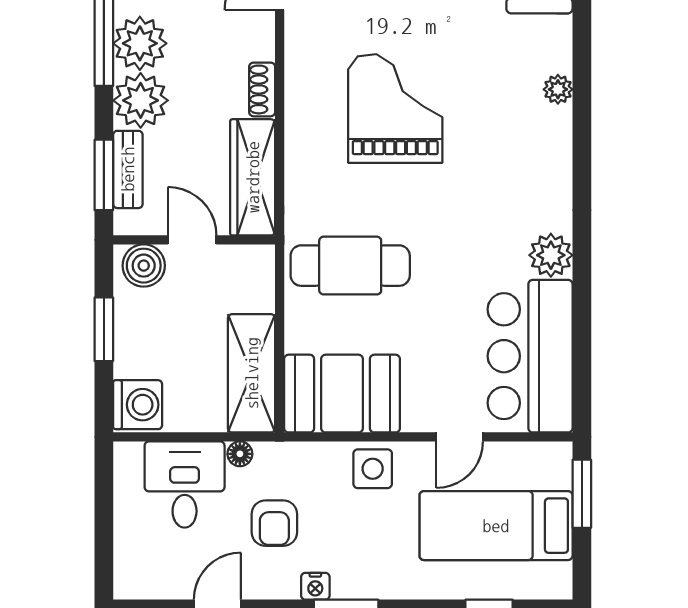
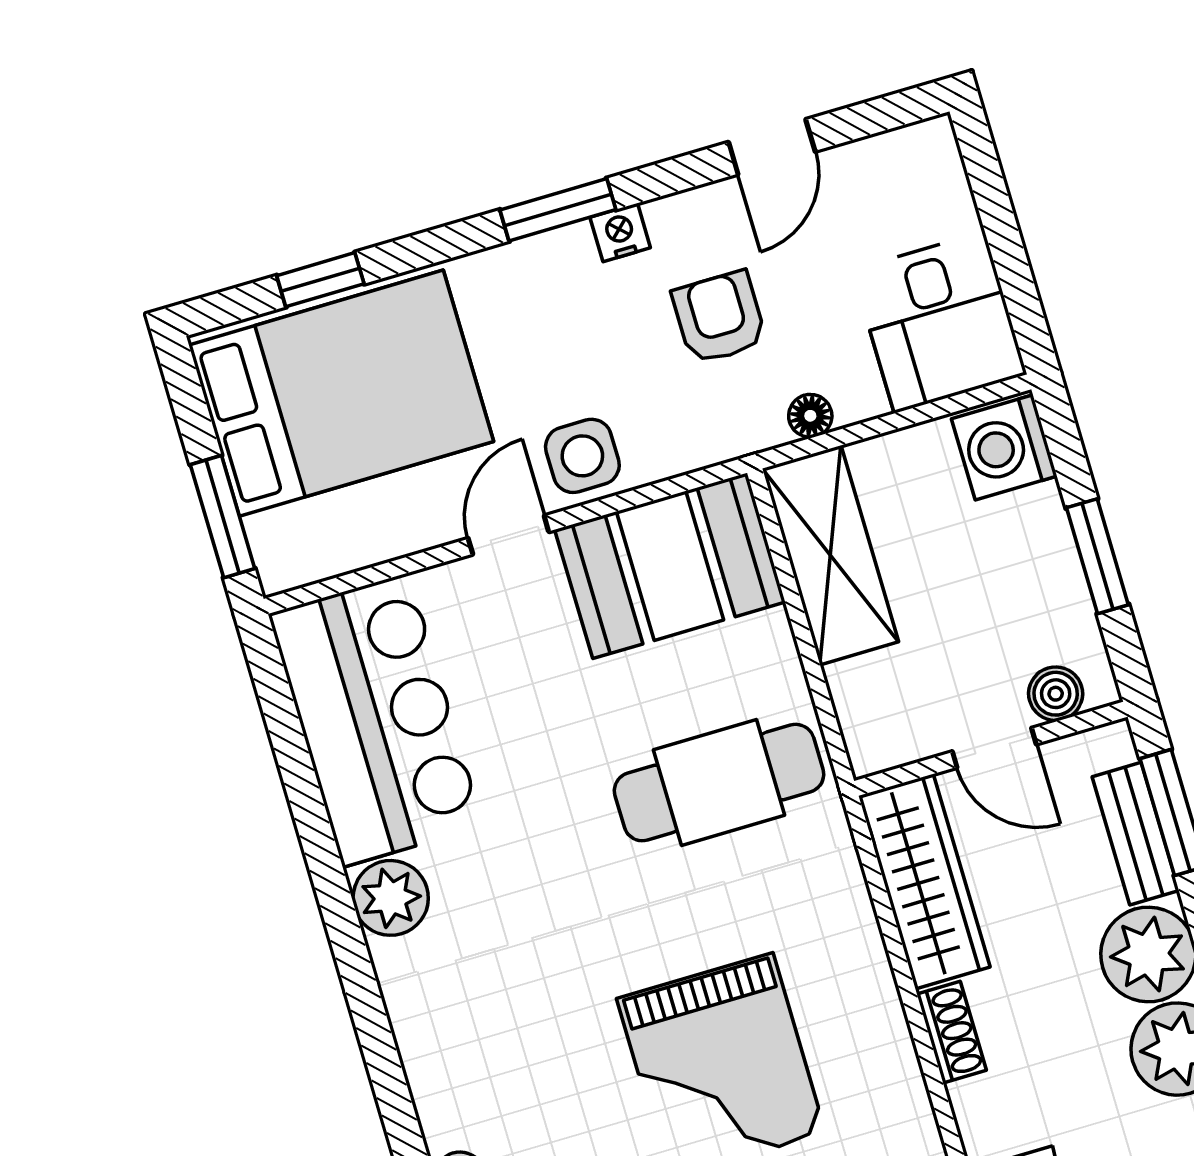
boiler: (144, 266) -> (1056, 694), width x0.73, depth x0.73
door: (460, 437) -> (509, 535), moved
desk: (185, 484) -> (940, 322), moved
bed: (496, 526) -> (341, 393), width x1.50

